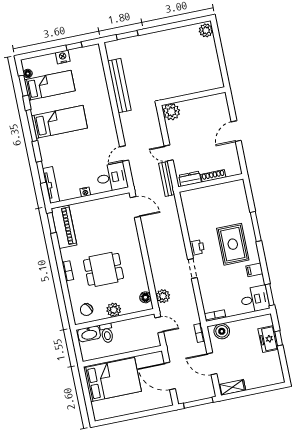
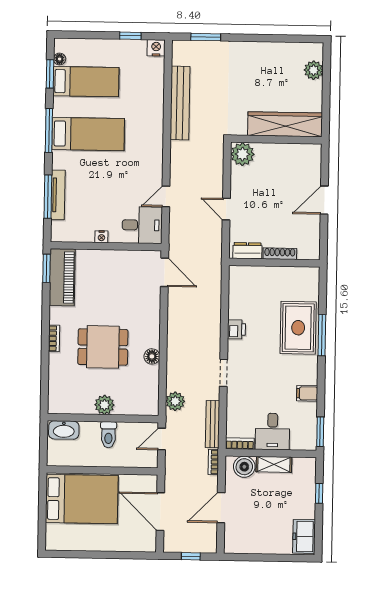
plant: (206, 30) -> (314, 70), moved
nightstand: (63, 57) -> (156, 48), moved
wardrobe: (197, 84) -> (285, 124), added
window: (41, 172) -> (48, 197), width x1.44
bench: (167, 179) -> (213, 424), moved
tv unit: (51, 185) -> (58, 195), moved
rug: (233, 244) -> (298, 328), moved
printer: (197, 247) -> (236, 329), moved
floor lamp: (145, 297) -> (152, 356), moved
desk: (255, 299) -> (272, 431), moved, turned 90
chair: (86, 310) -> (68, 396), removed
door: (159, 325) -> (162, 439), swing flipped
toilet: (107, 333) -> (108, 435), moved
freezer: (268, 339) -> (304, 536), moved
door: (212, 364) -> (221, 508), hinge flipped
shelving: (232, 387) -> (274, 464), moved
window: (198, 403) -> (191, 556), width x0.46

